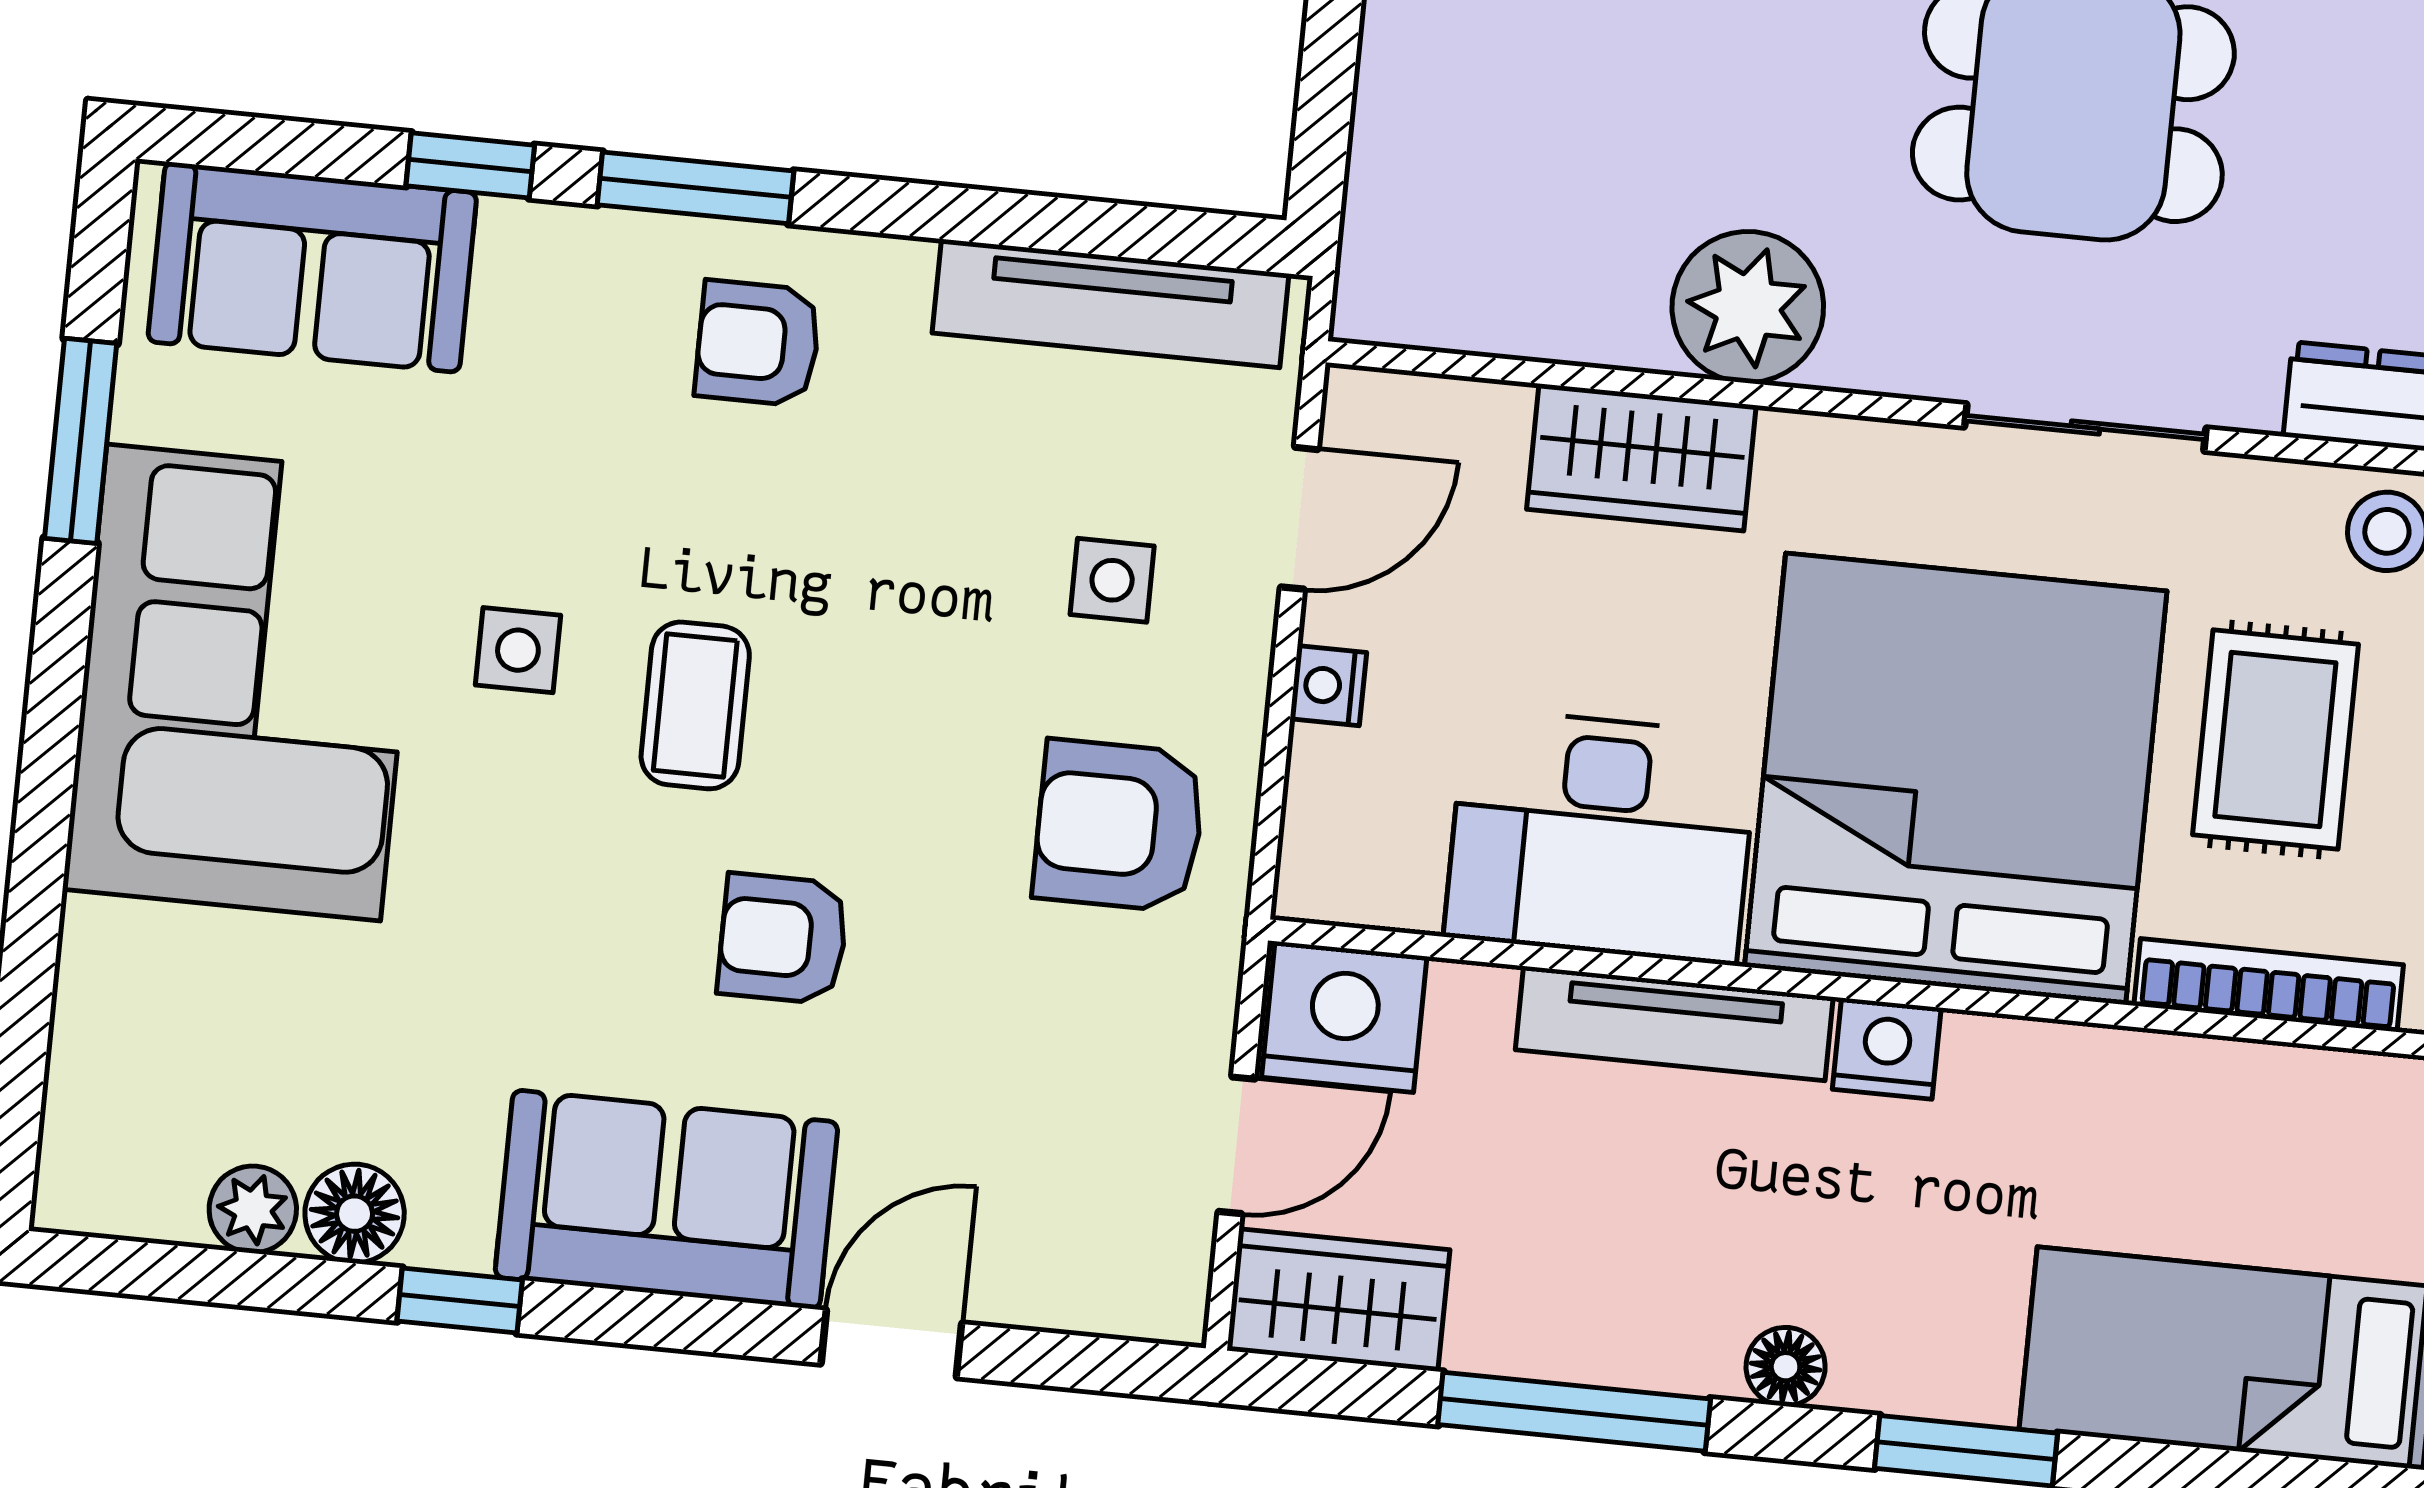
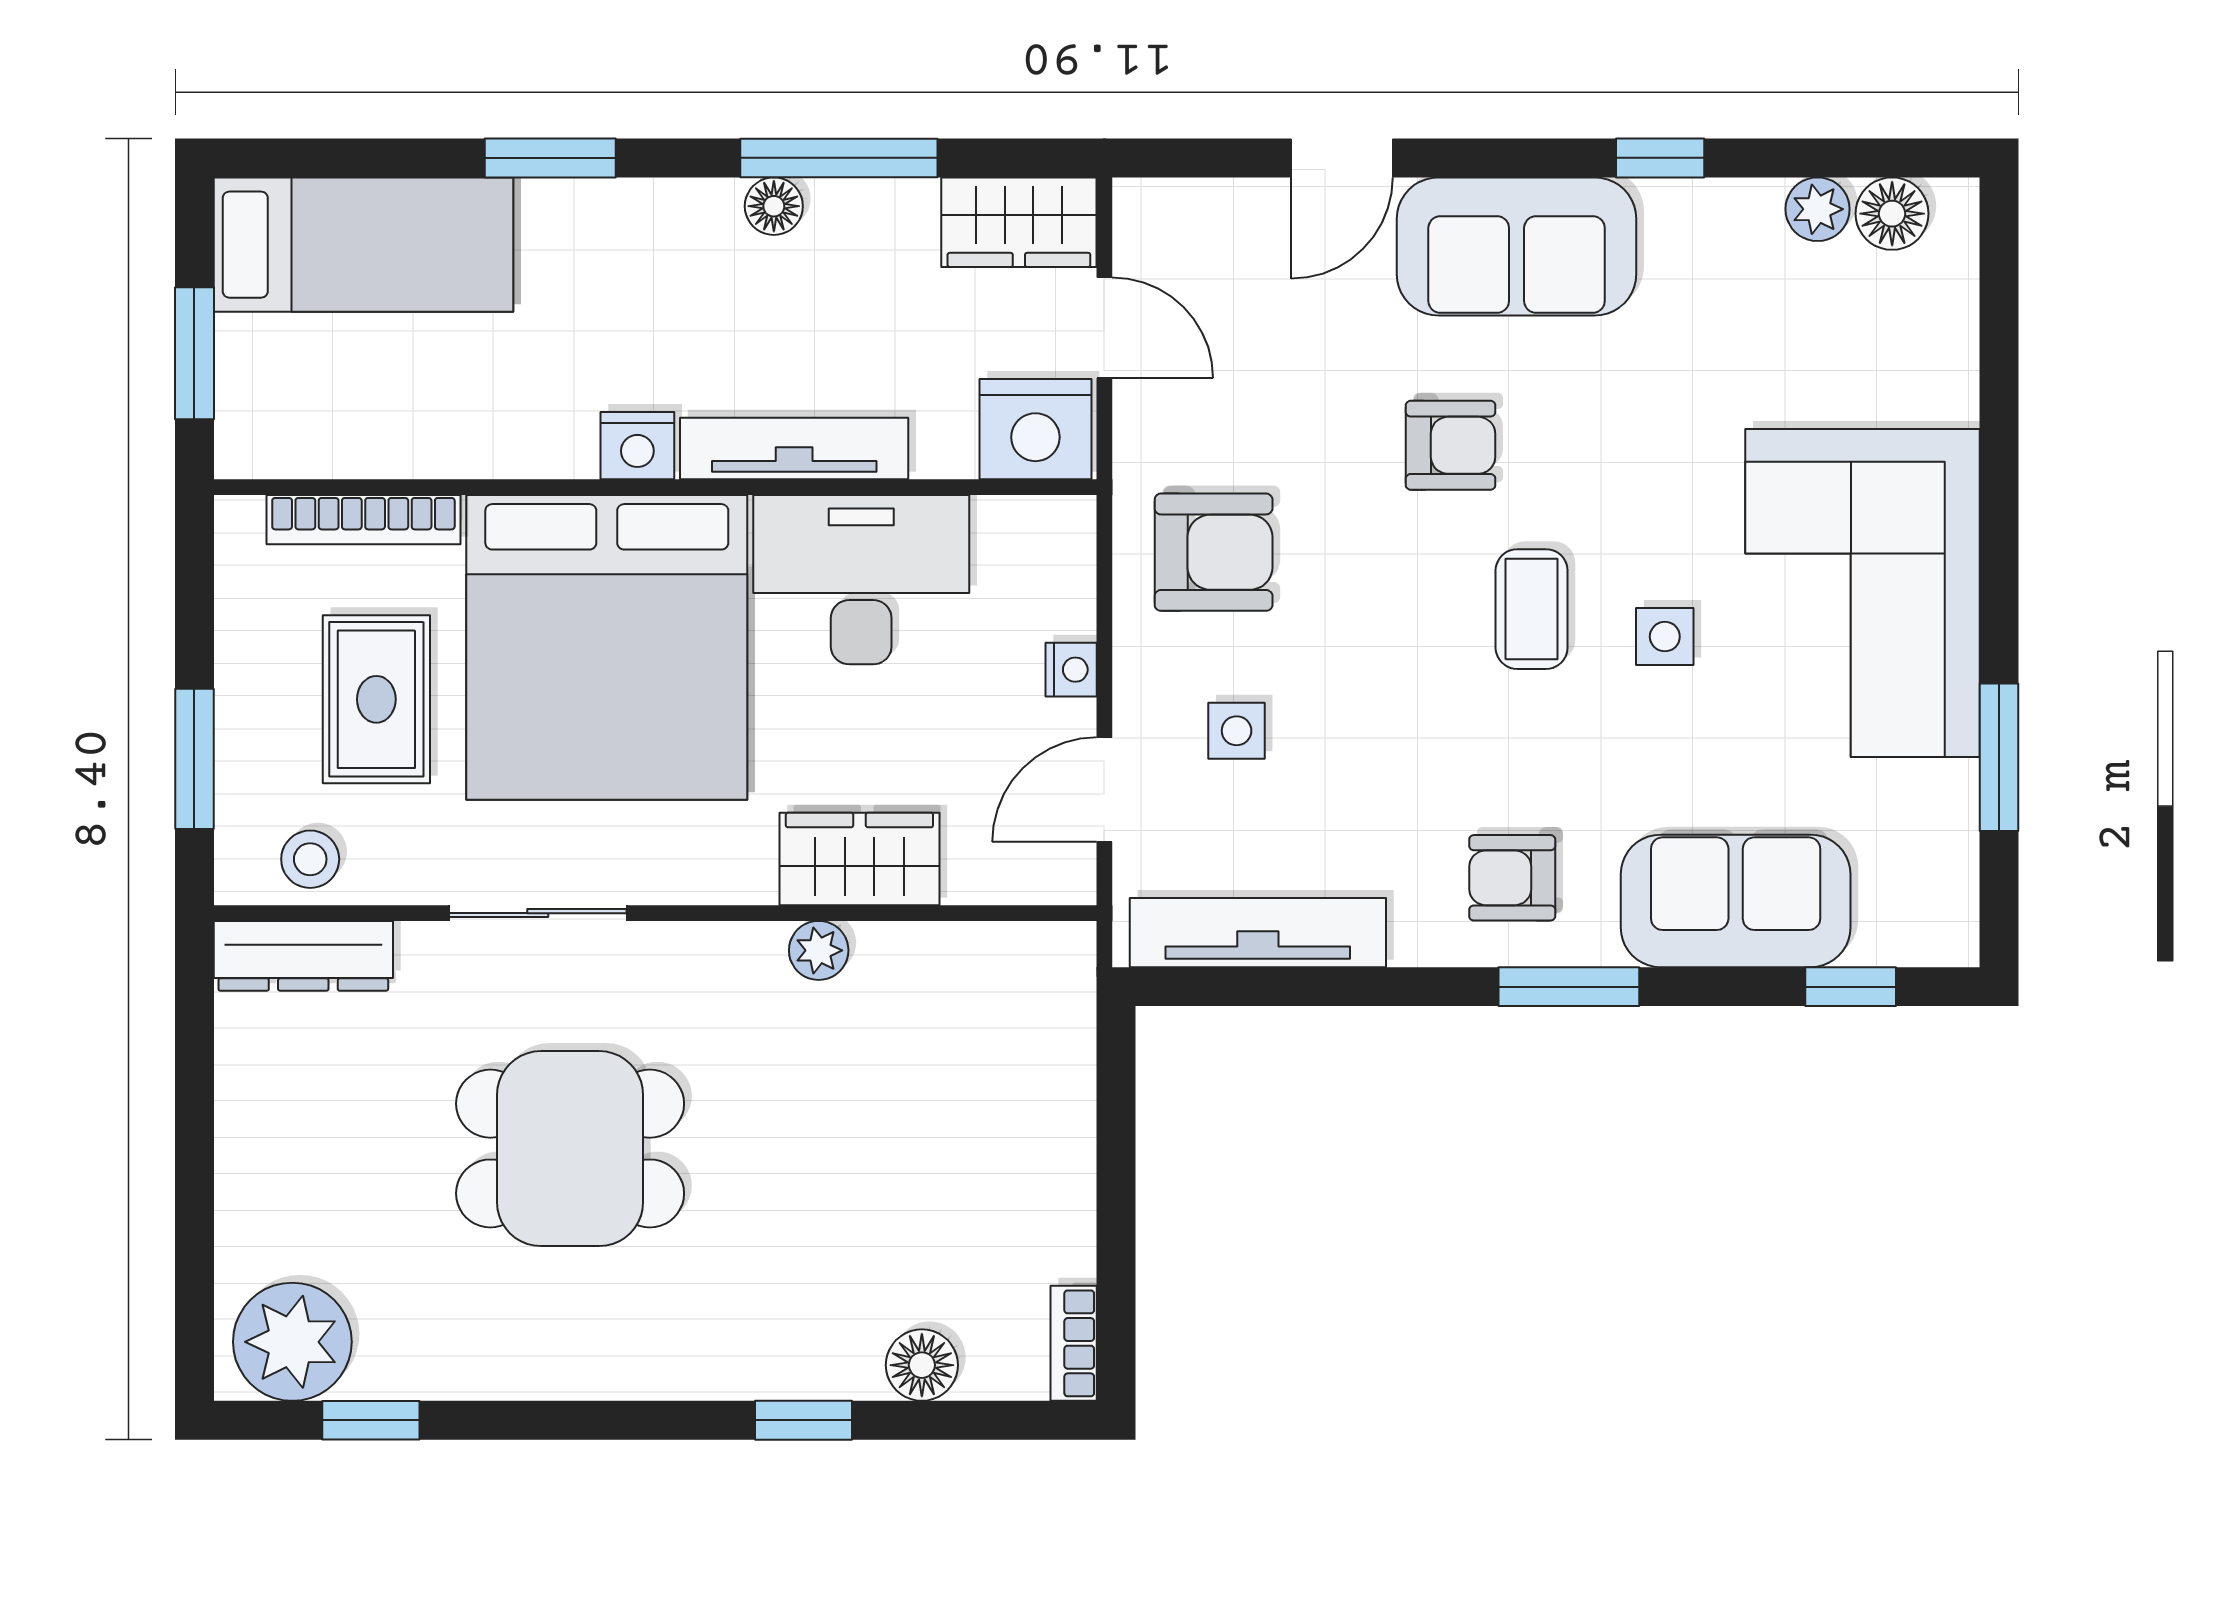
window: (470, 165) -> (1851, 987), moved
sofa: (312, 267) -> (1736, 901), moved
plant: (1748, 307) -> (819, 950), width x0.53, depth x0.53
armchair: (758, 343) -> (1512, 878), turned 180
door: (1237, 1145) -> (1104, 328), swing flipped
floor lamp: (355, 1214) -> (1892, 214), moved
floor lamp: (1786, 1367) -> (774, 206), moved

